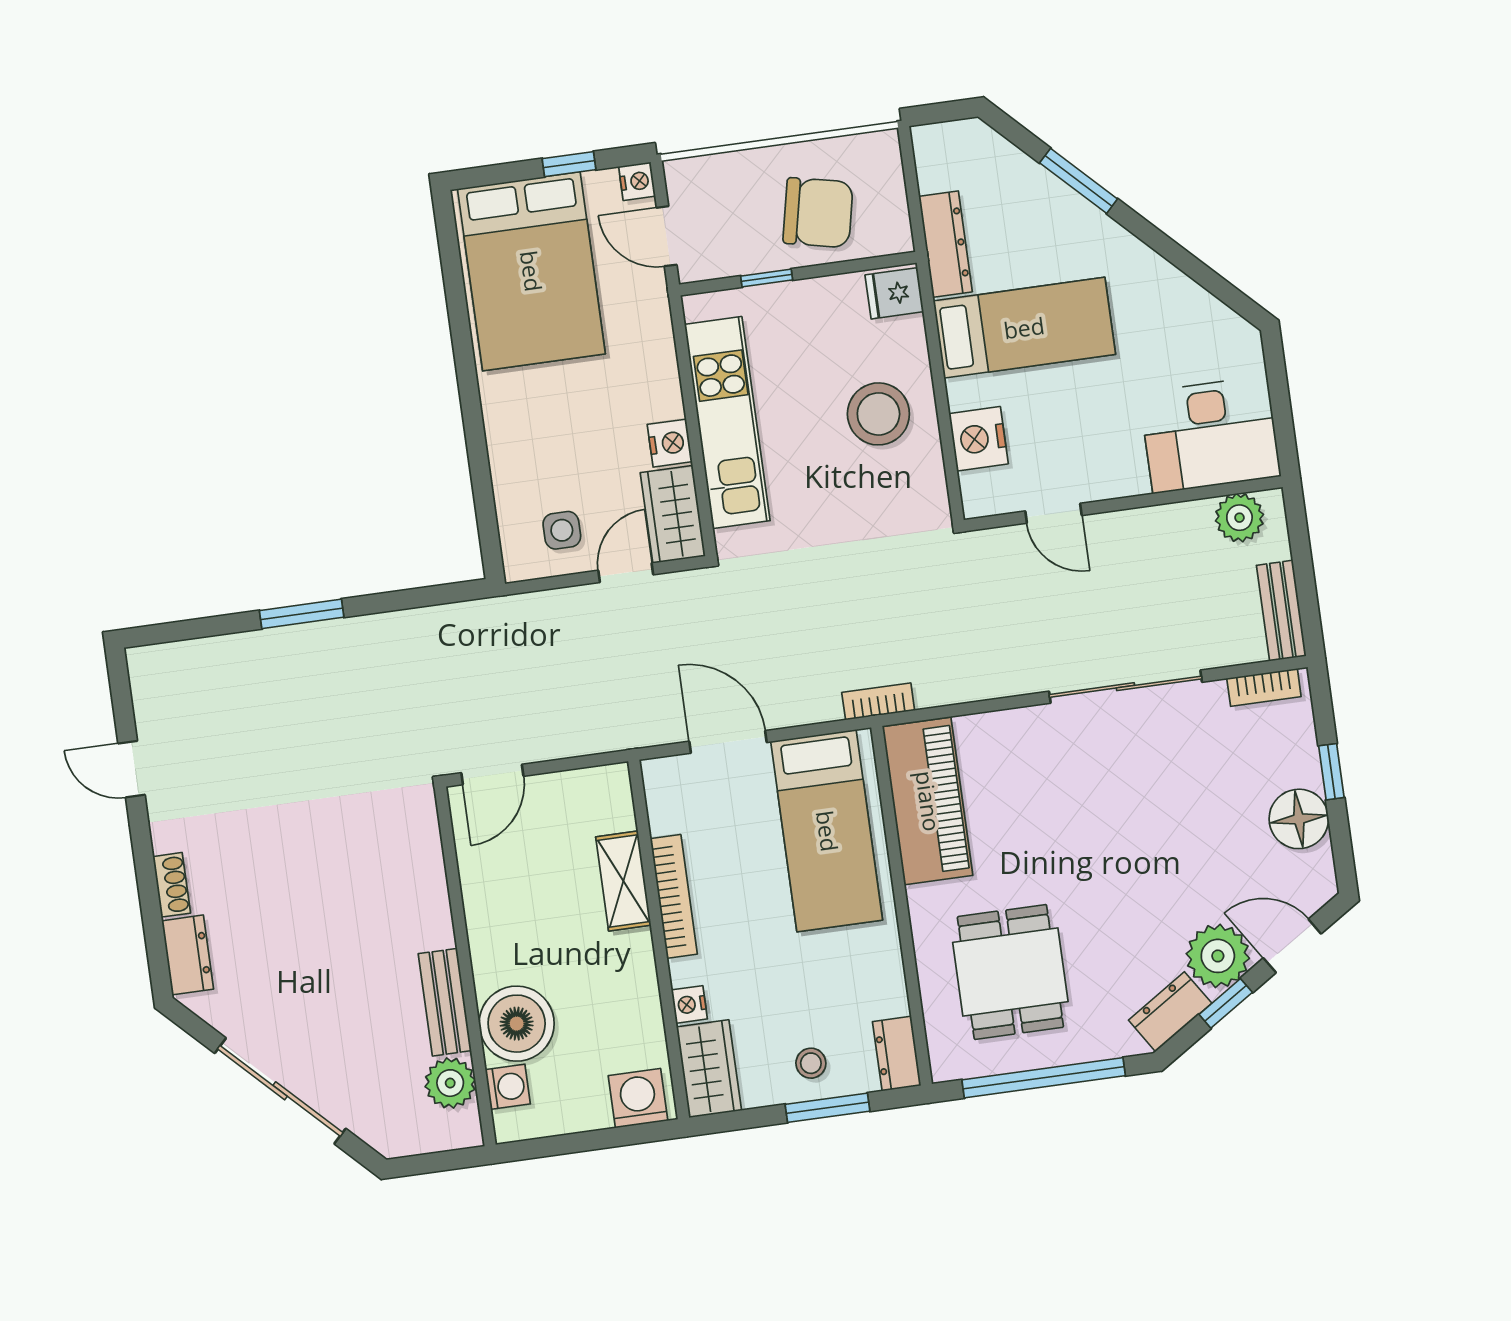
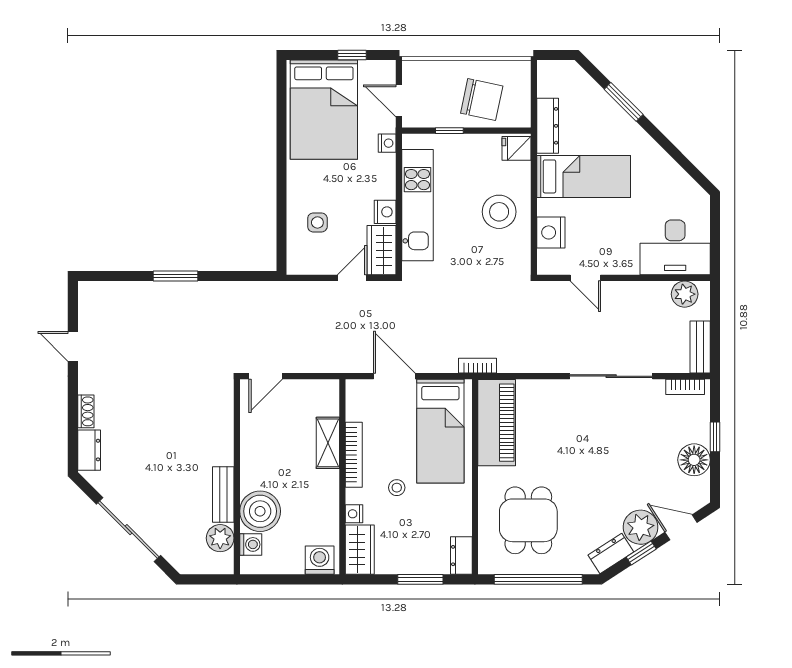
nightstand: (637, 181) -> (387, 143), moved
side table: (562, 530) -> (317, 222), moved
stool: (811, 1063) -> (397, 488), moved

